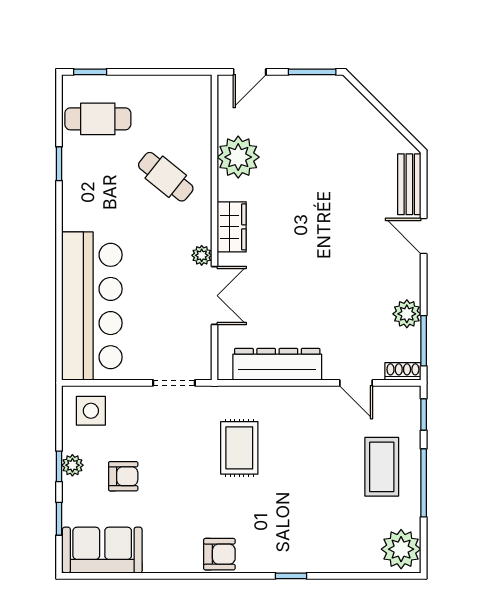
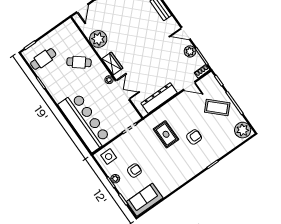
door: (424, 236) -> (186, 33), moved
coffee table: (382, 467) -> (217, 108), turned -46
armchair: (219, 554) -> (194, 137), moved

